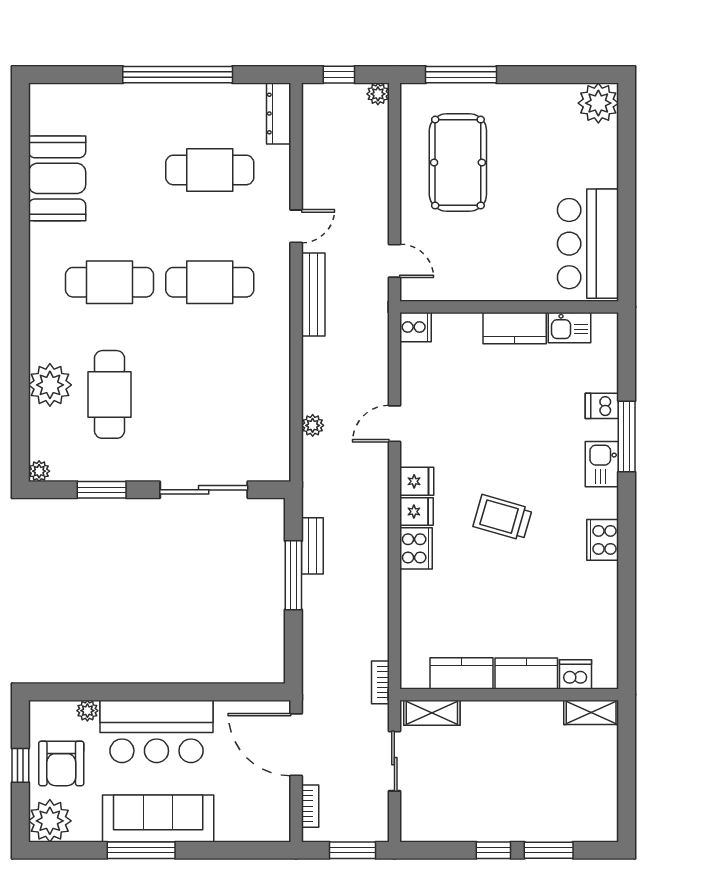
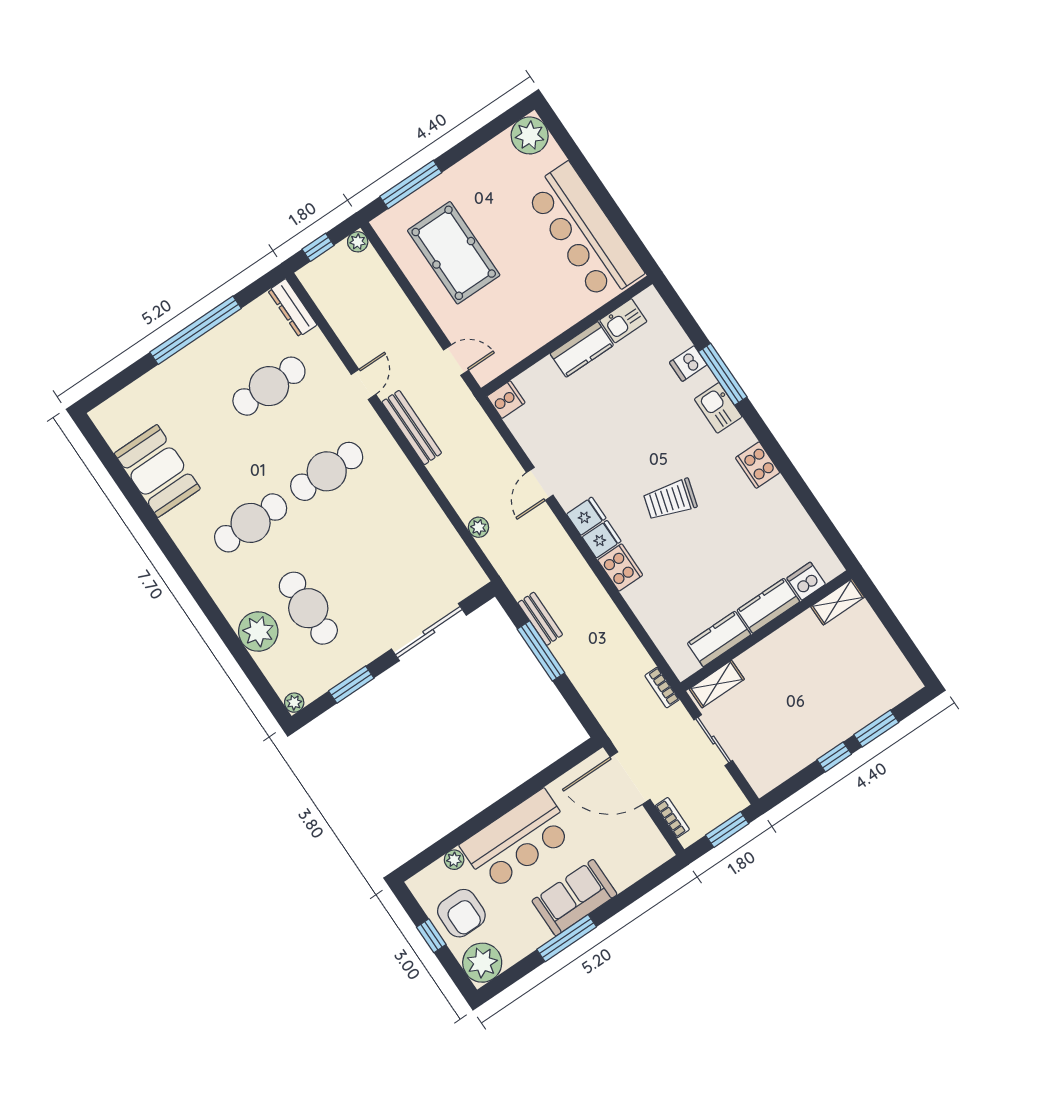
bar counter: (588, 244) -> (584, 232), width x1.36
sofa: (158, 818) -> (574, 898), width x0.73

